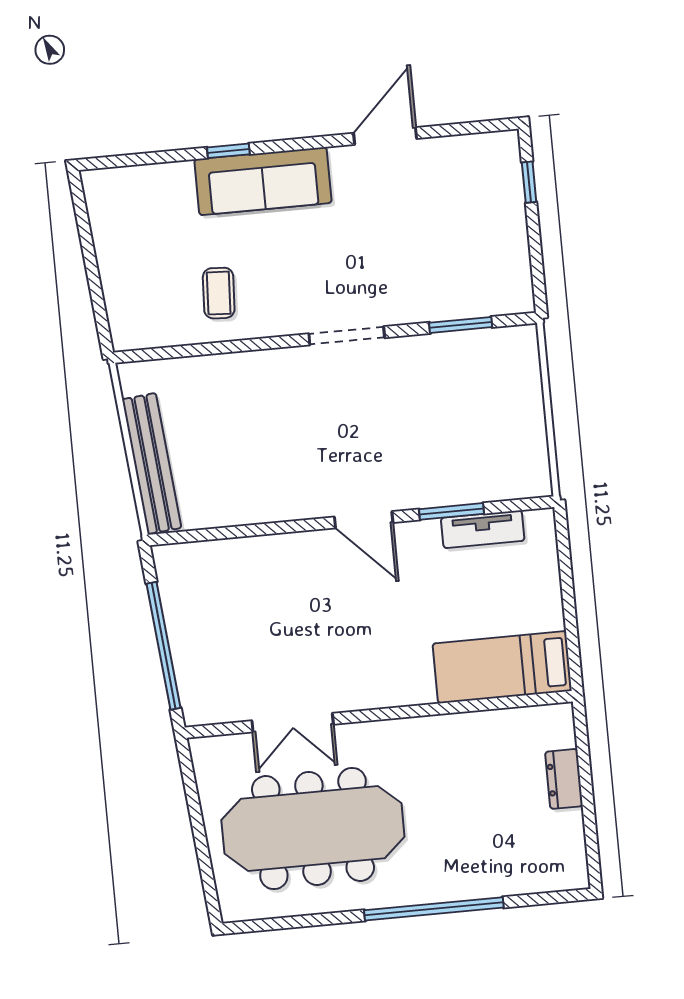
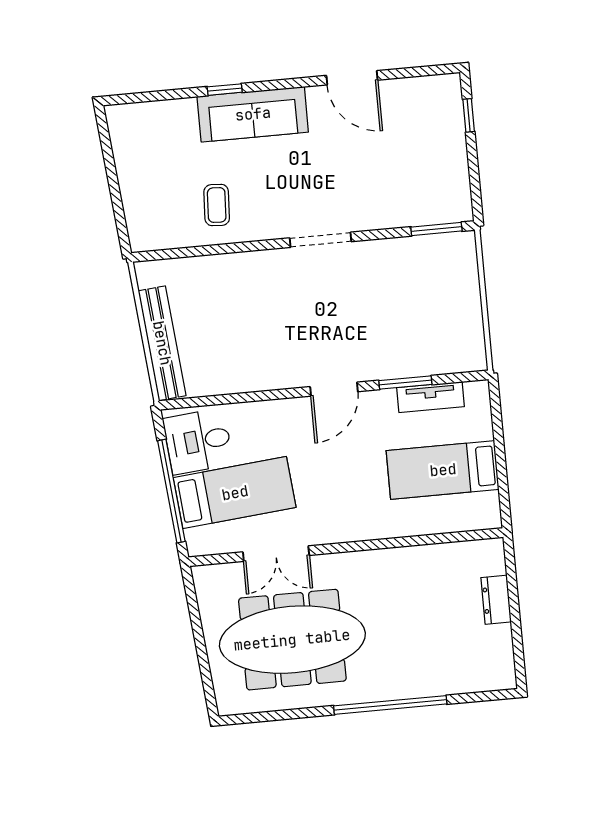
door: (385, 136) -> (352, 78), swing flipped
window: (461, 325) -> (436, 229), moved
door: (364, 520) -> (334, 389), hinge flipped
desk: (196, 584) -> (198, 441), added
bed: (241, 647) -> (235, 493), added
bed: (502, 667) -> (443, 470), moved

